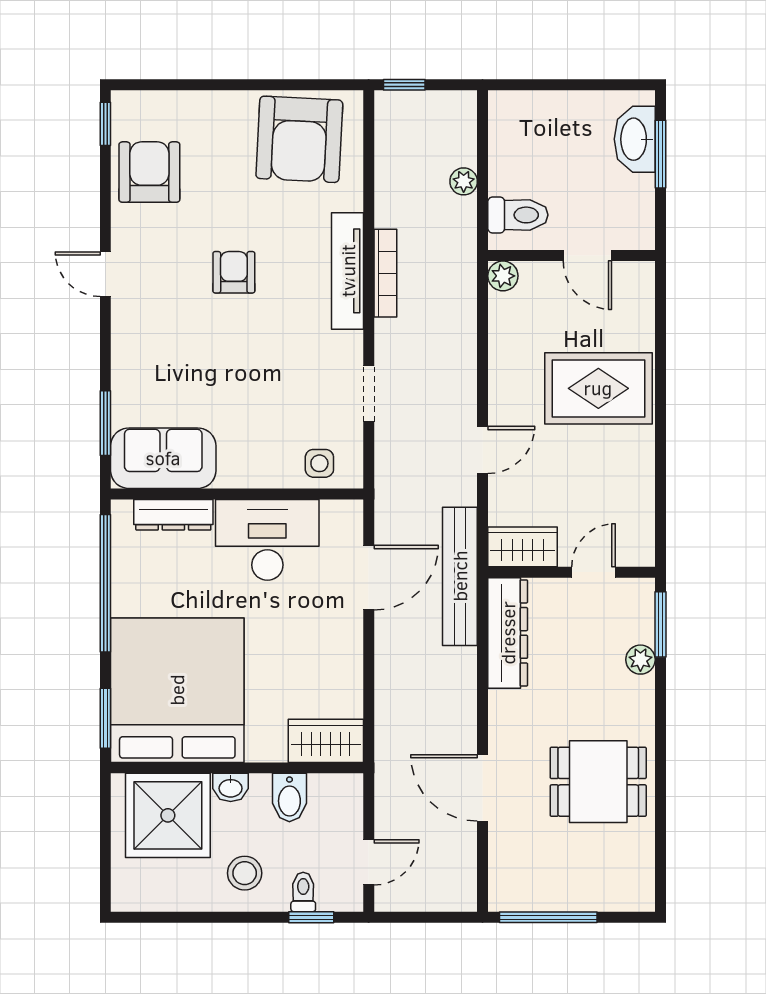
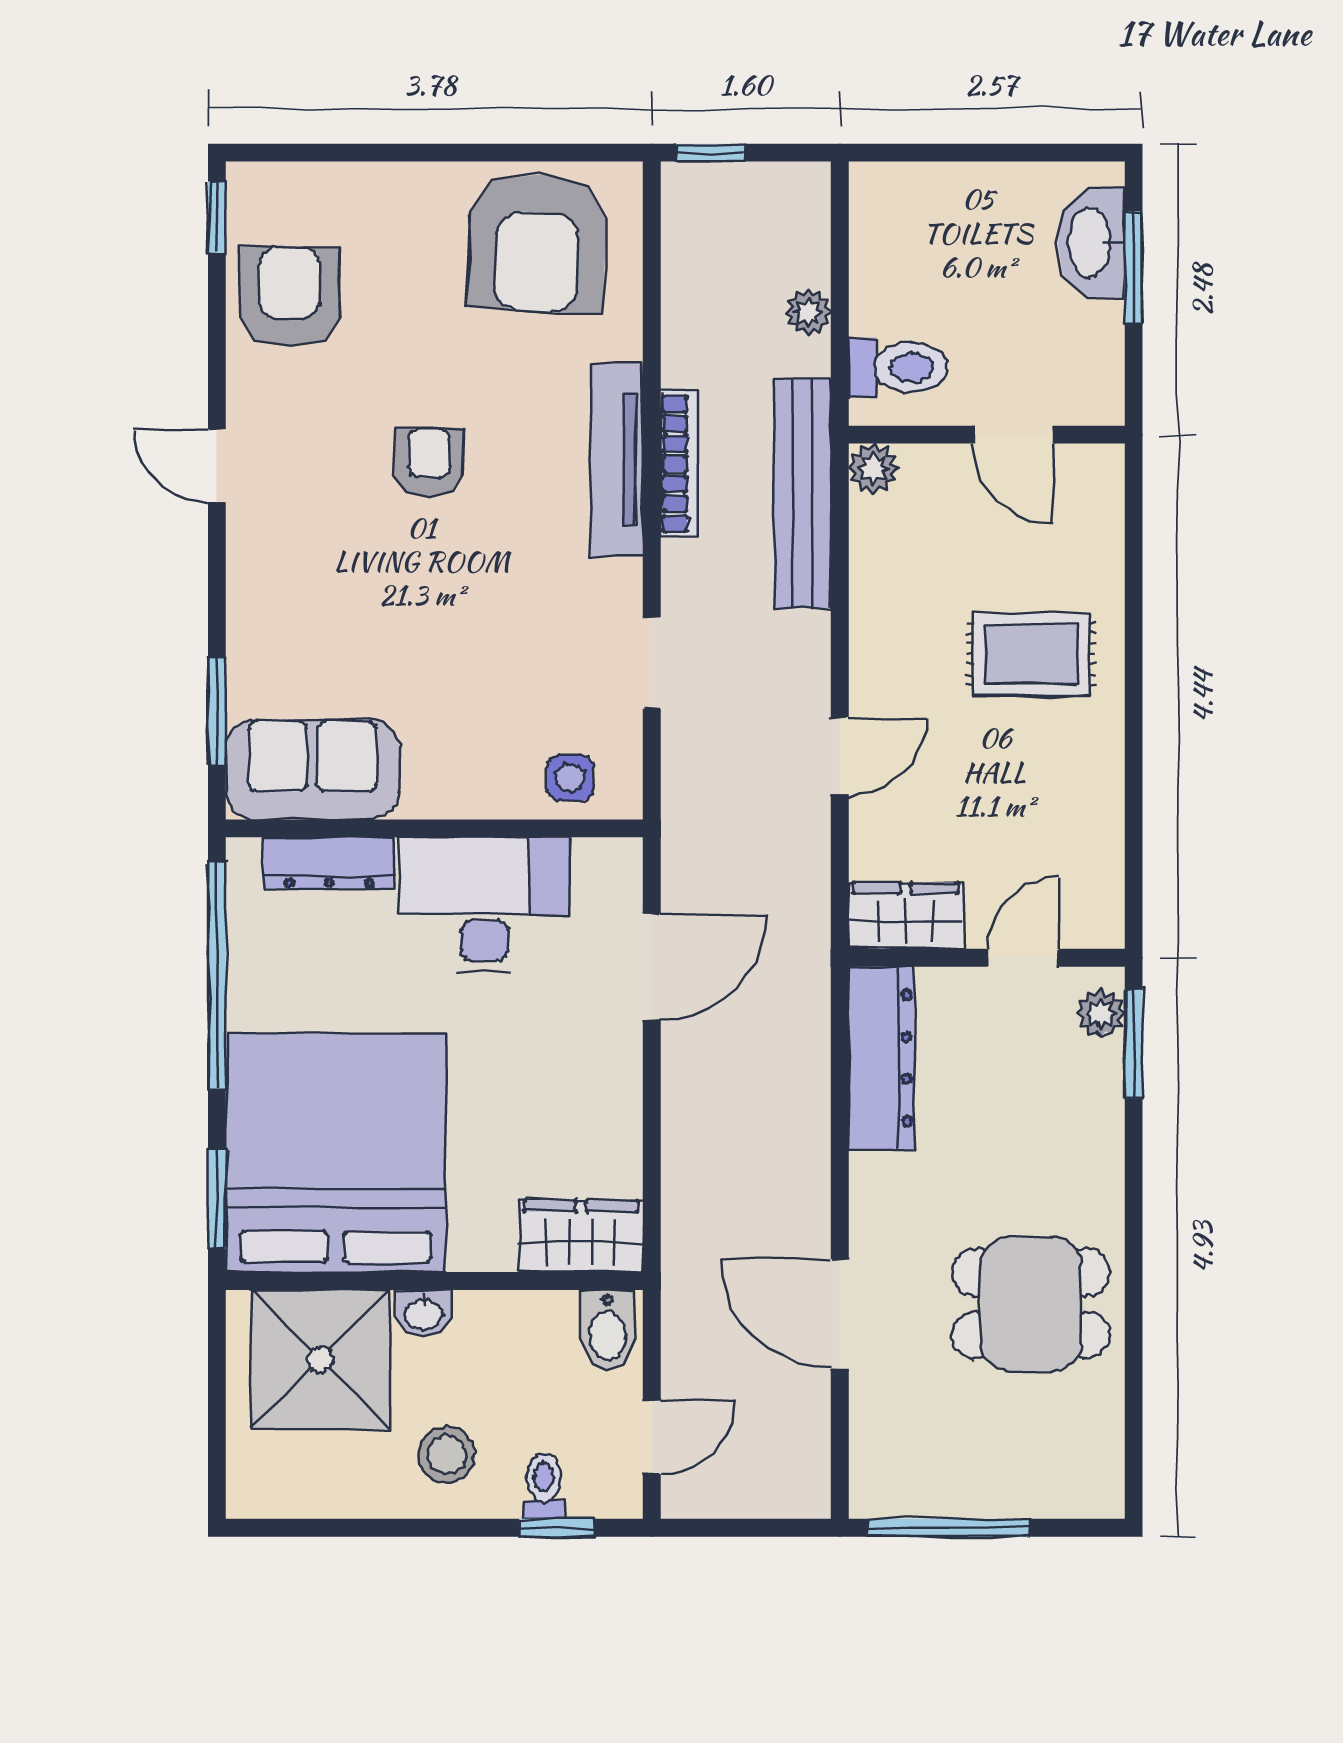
rug: (598, 388) -> (1031, 654), width x0.73, depth x0.70
bench: (460, 576) -> (803, 493), moved
plant: (640, 660) -> (1101, 1013), moved
bidet: (289, 798) -> (607, 1330), moved

